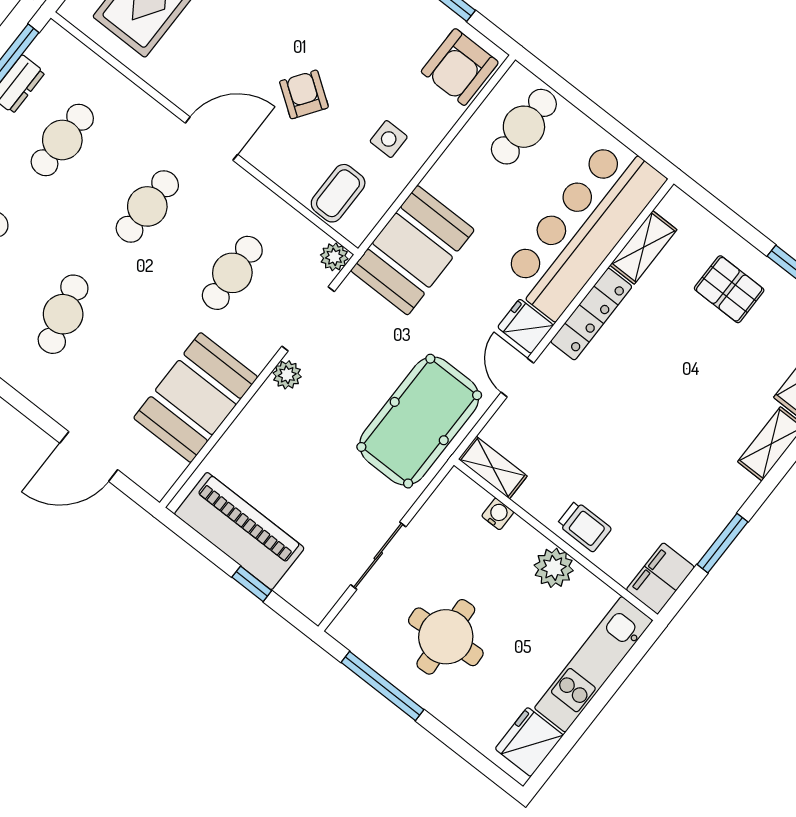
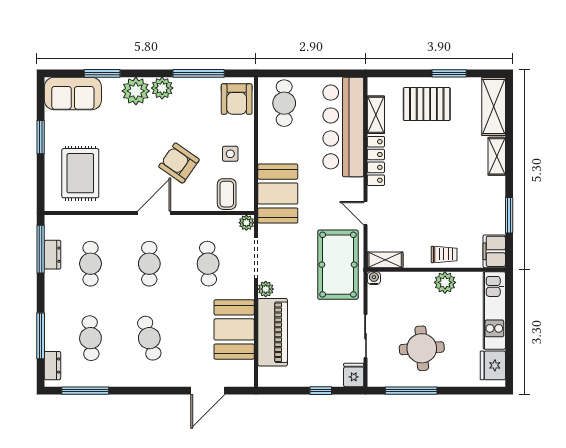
armchair: (304, 94) -> (179, 163), width x1.38, depth x1.38
pallet: (729, 289) -> (427, 104), width x1.50, depth x1.42
fridge: (525, 326) -> (354, 375), moved, turned 90
water cooler: (498, 514) -> (374, 278), moved
piano: (239, 531) -> (273, 332), moved, turned 90

